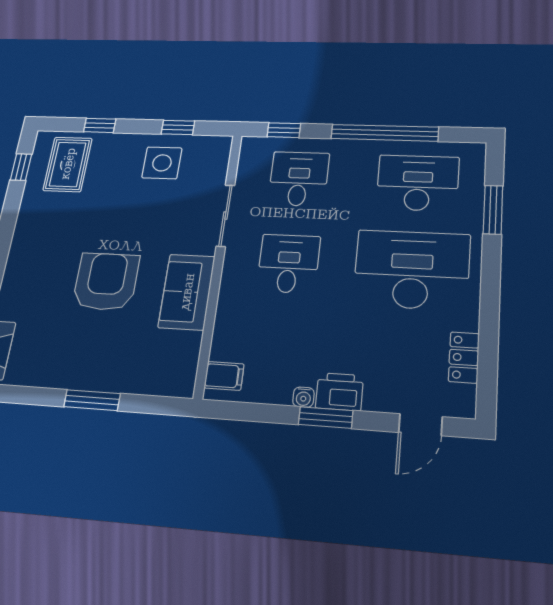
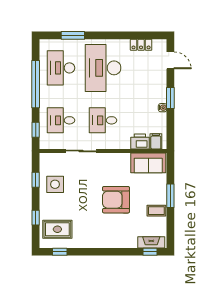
sofa: (187, 292) -> (148, 163), moved
coffee table: (64, 366) -> (156, 211), added
printer: (339, 392) -> (140, 142), moved, turned 90

